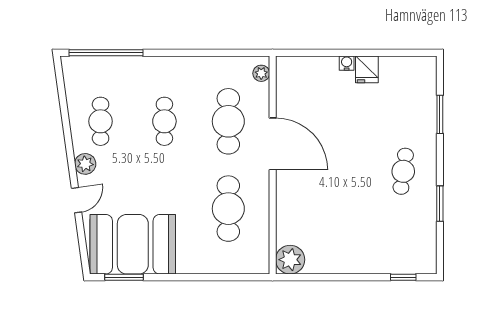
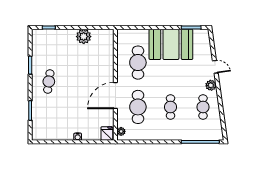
fridge: (367, 69) -> (107, 133), moved
door: (273, 144) -> (115, 95), hinge flipped
door: (76, 200) -> (215, 67), swing flipped
booth: (133, 244) -> (171, 44), moved
plant: (290, 260) -> (84, 37), moved

